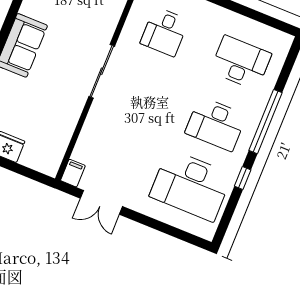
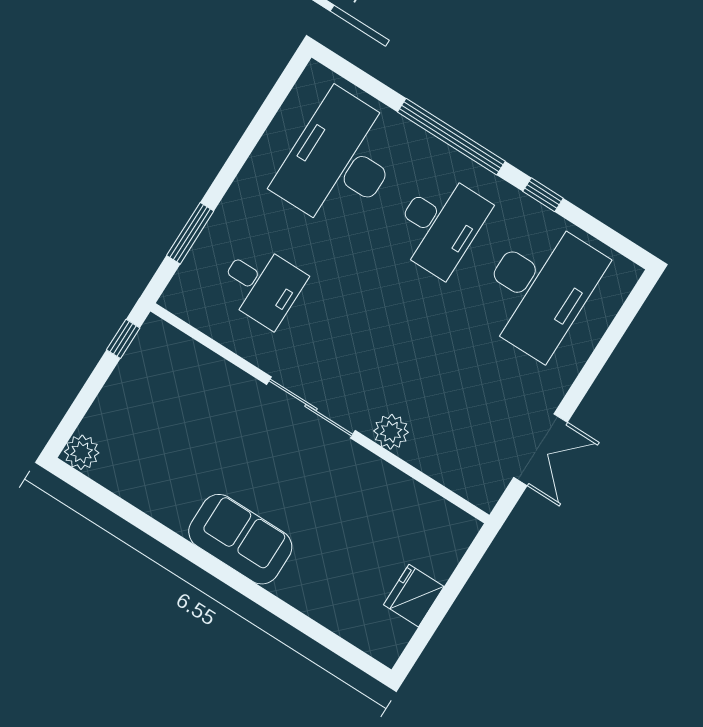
desk: (241, 63) -> (340, 161), width x1.36, depth x1.30
plant: (96, 118) -> (391, 432), added
filing cabinet: (73, 173) -> (480, 491), removed

